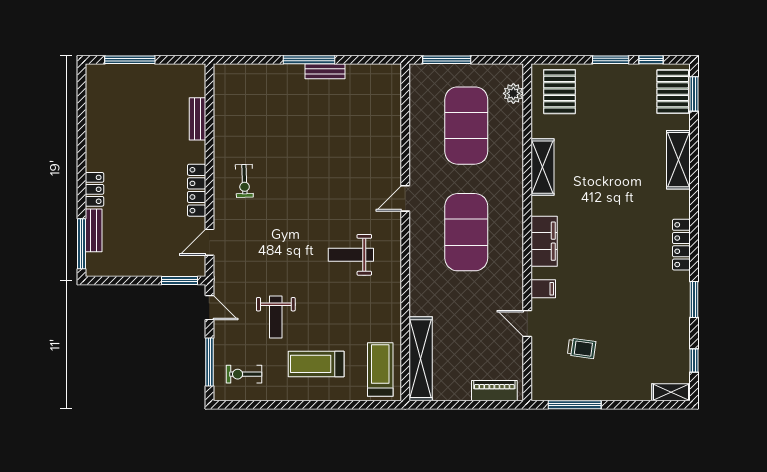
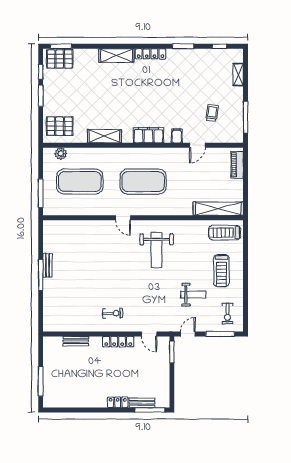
shelving: (678, 160) -> (116, 56), moved
weight bench: (351, 255) -> (157, 250), width x1.36, depth x1.33
shelving: (671, 392) -> (238, 75), moved

